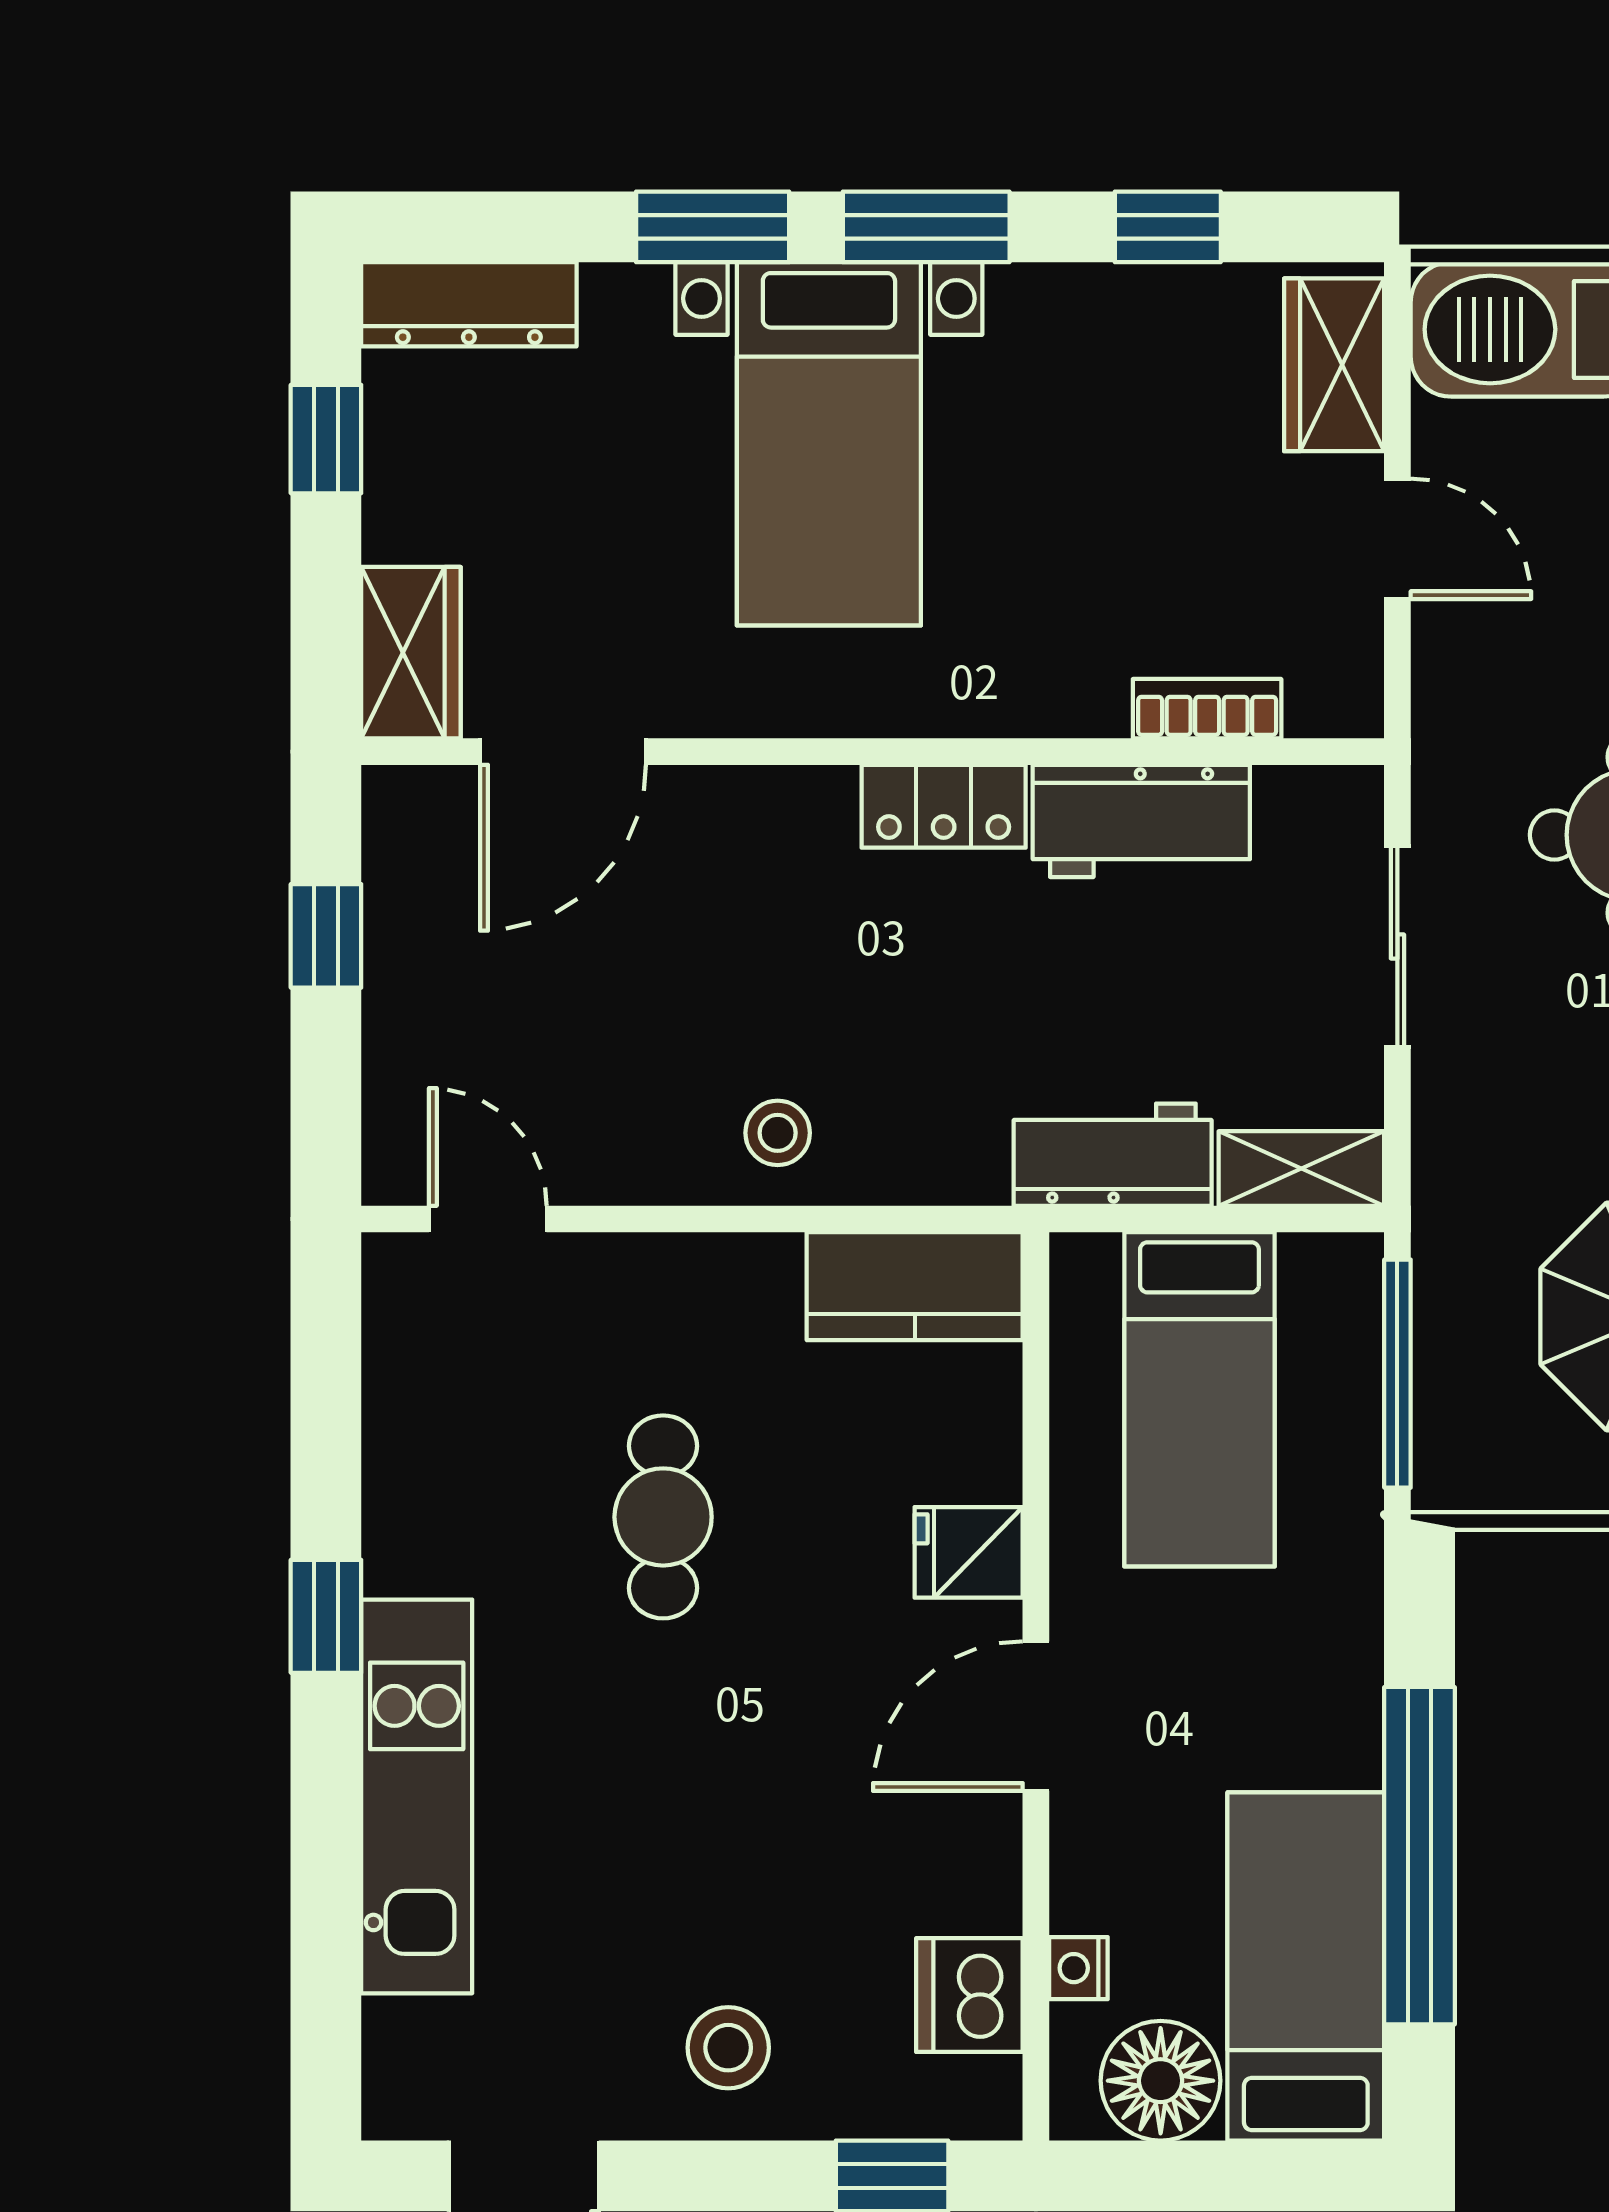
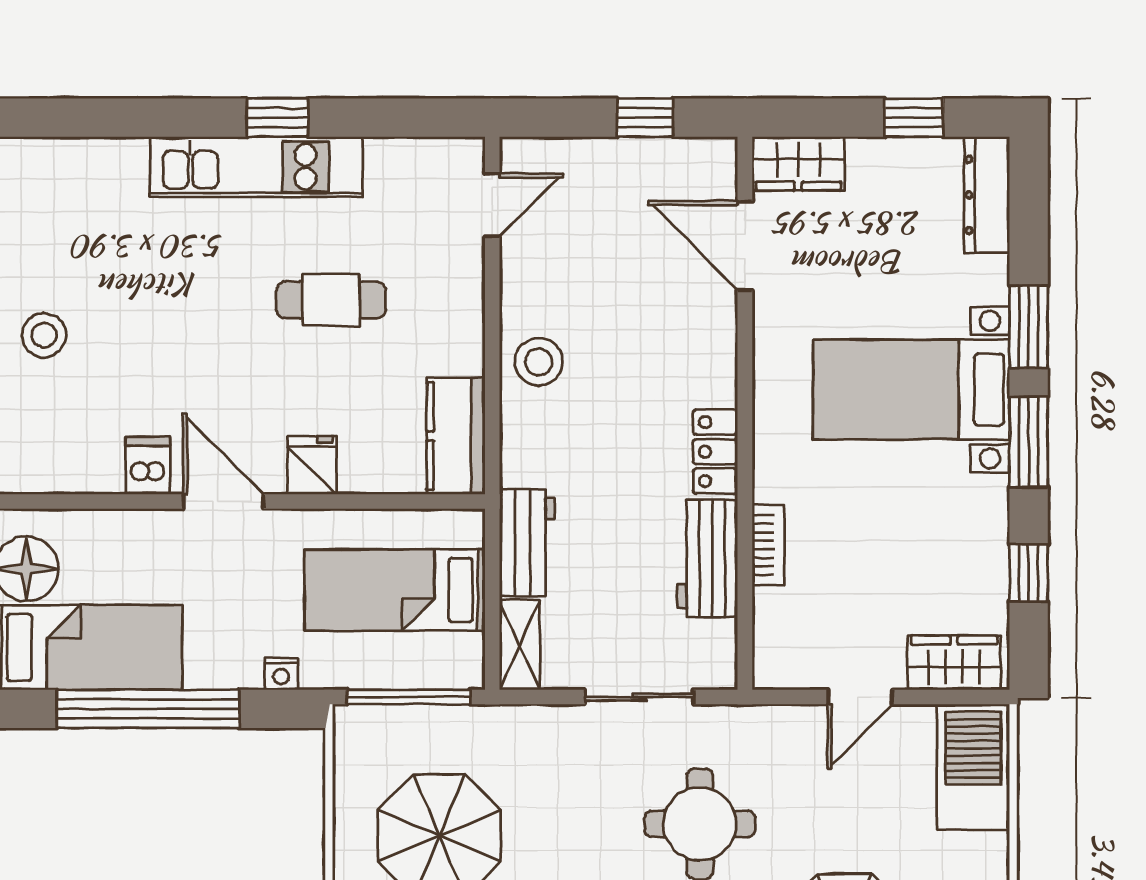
bookcase: (1207, 709) -> (768, 545), moved
stool: (778, 1133) -> (539, 362), width x1.37, depth x1.37
kitchen unit: (417, 1796) -> (256, 167), moved
nightstand: (1078, 1968) -> (281, 674), moved, turned 180
dishwasher: (969, 1995) -> (148, 466), moved, width x0.73

